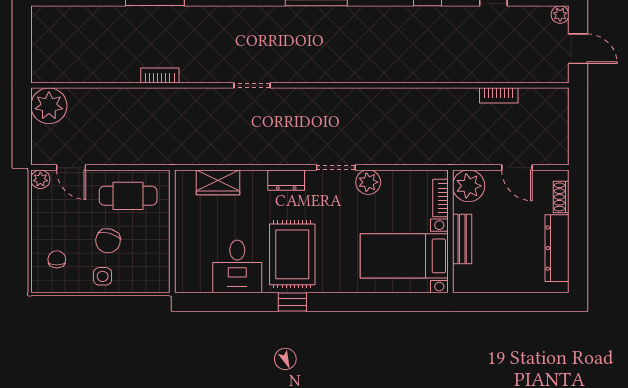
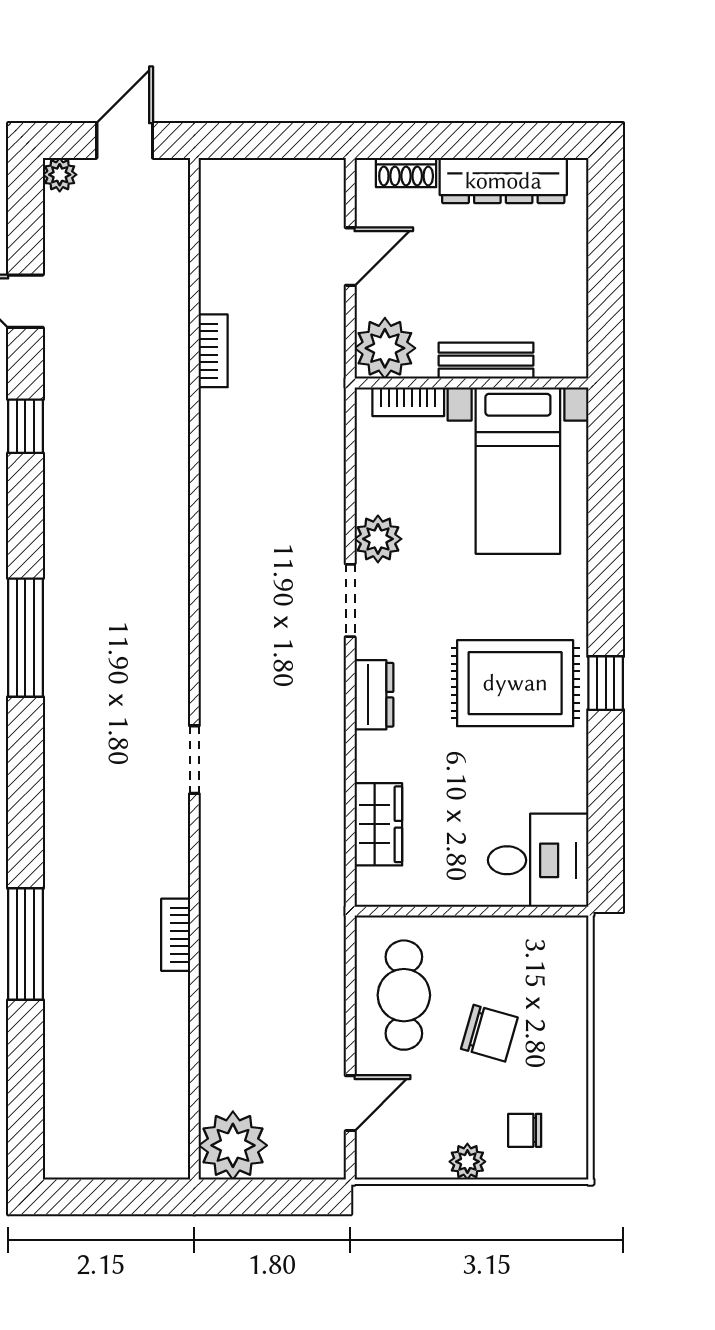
bookcase: (499, 95) -> (213, 351), moved
plant: (40, 179) -> (467, 1162), moved
desk: (237, 266) -> (538, 860), moved
side table: (103, 276) -> (557, 1043), removed

